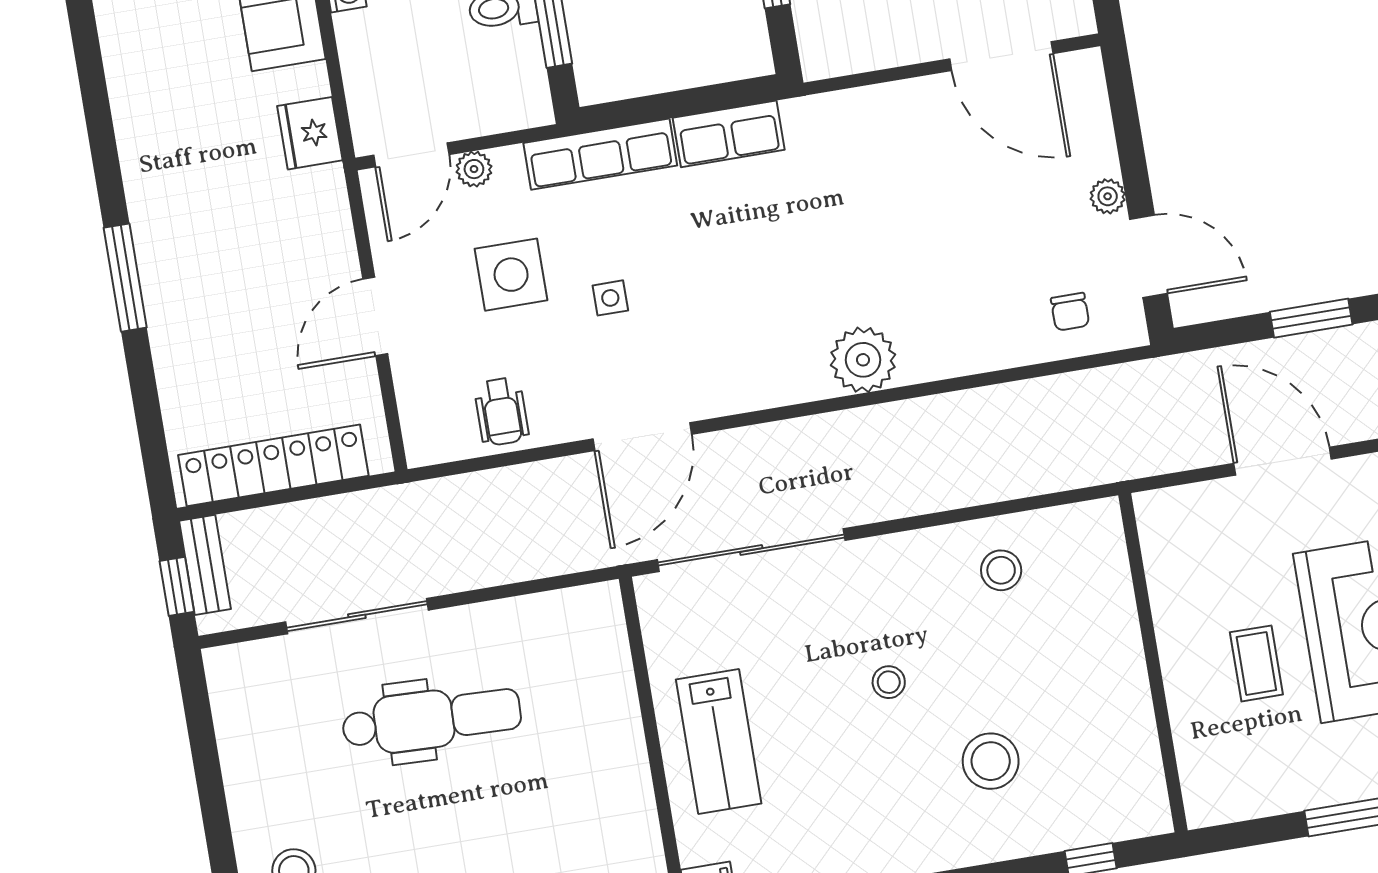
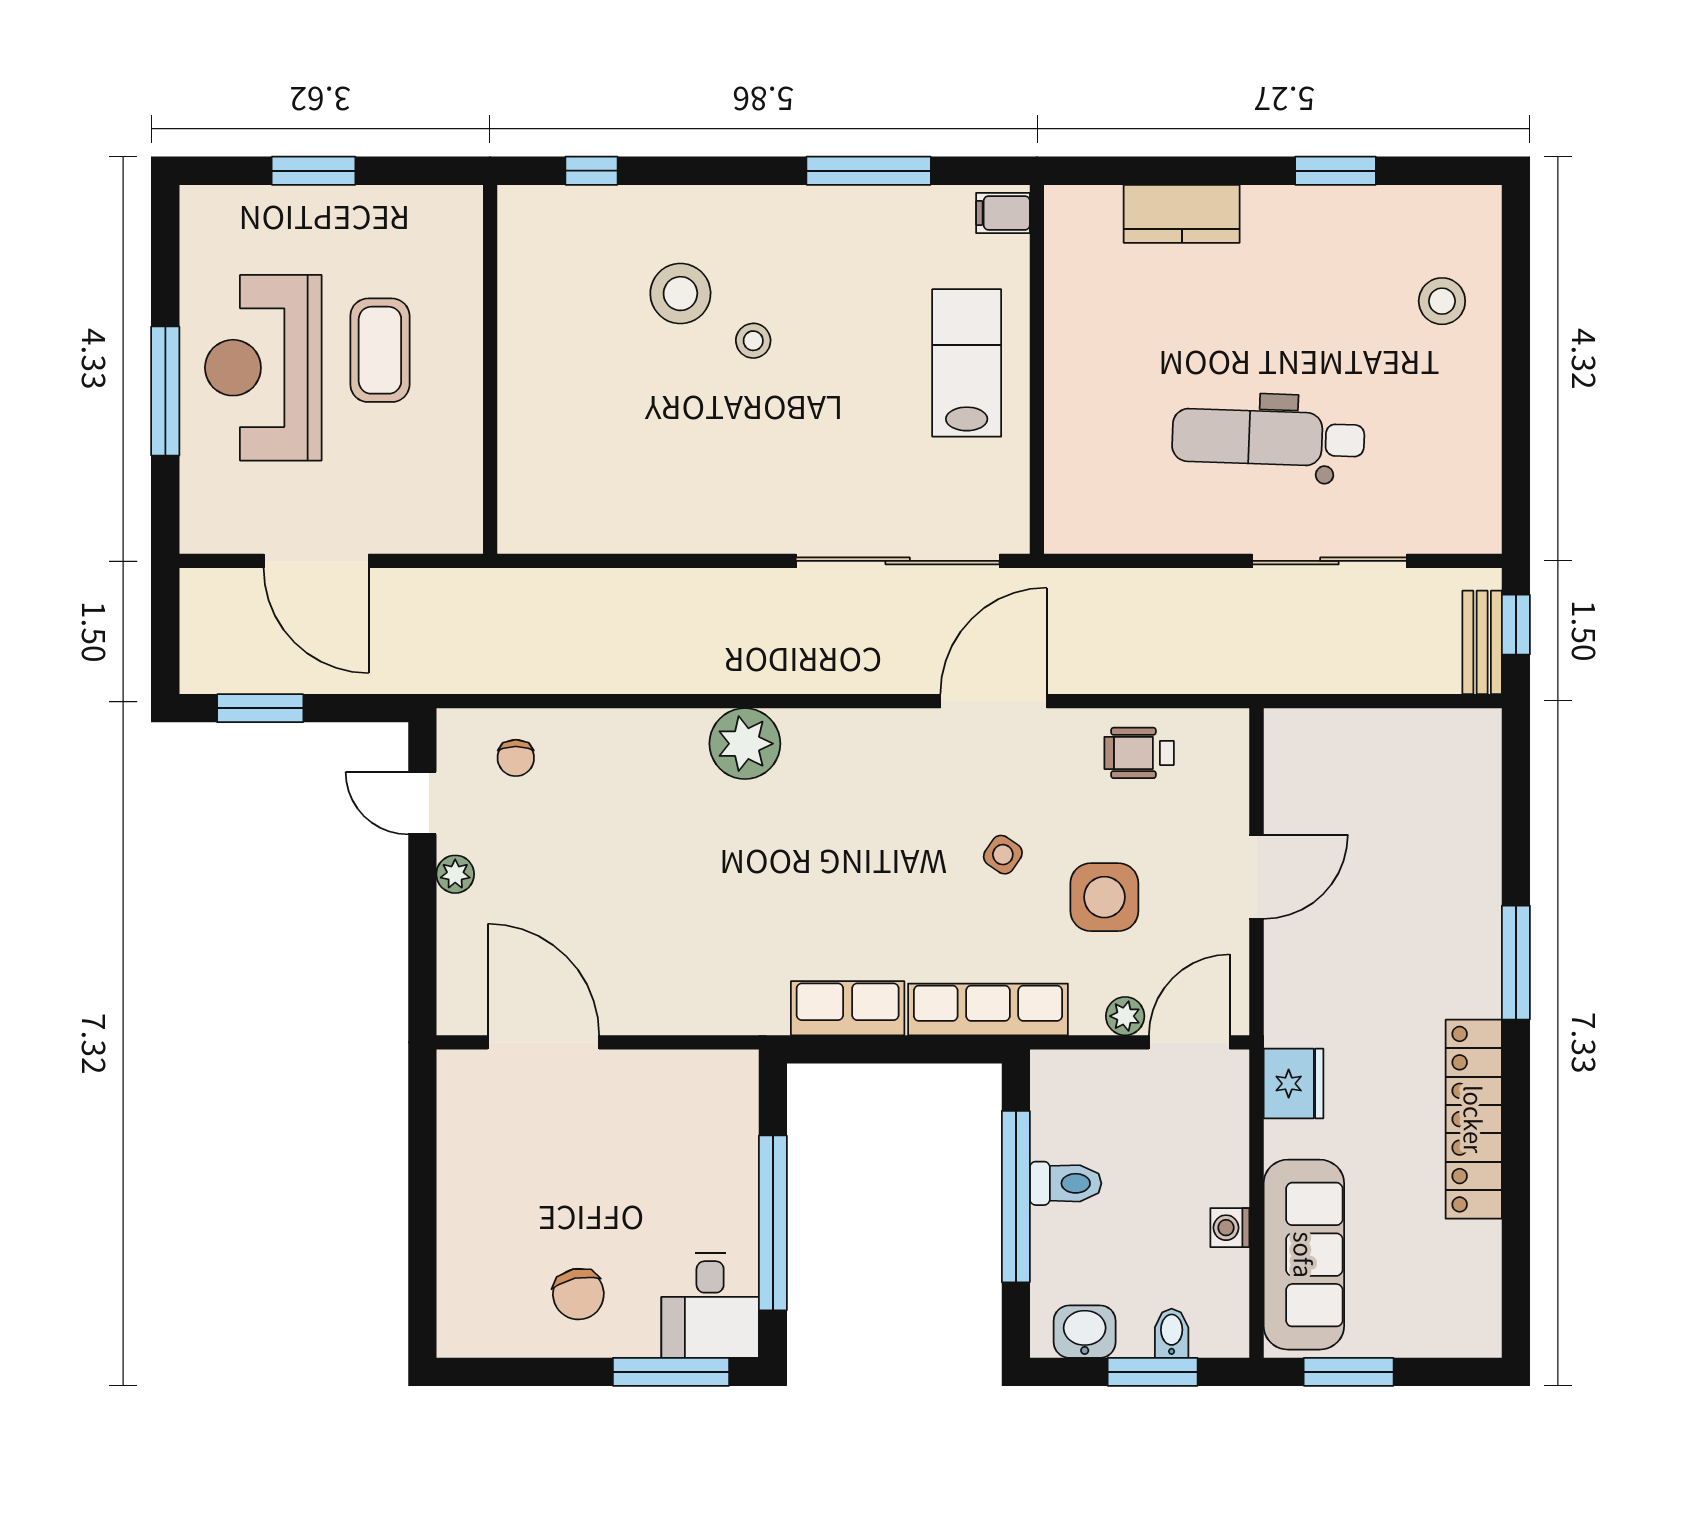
door: (1149, 256) -> (422, 803), width x0.73
side table: (610, 298) -> (1003, 855), turned 34
chair: (1070, 312) -> (516, 758), turned 180
wheelchair: (501, 412) -> (1139, 753), turned -90
locker: (273, 465) -> (1474, 1119), moved, turned 90
stool: (1001, 570) -> (635, 495), removed
coffee table: (1256, 663) -> (380, 350), width x1.36, depth x1.30
stool: (889, 682) -> (753, 341), moved

